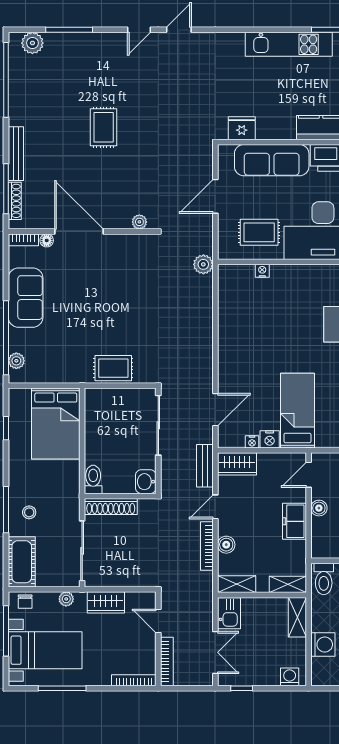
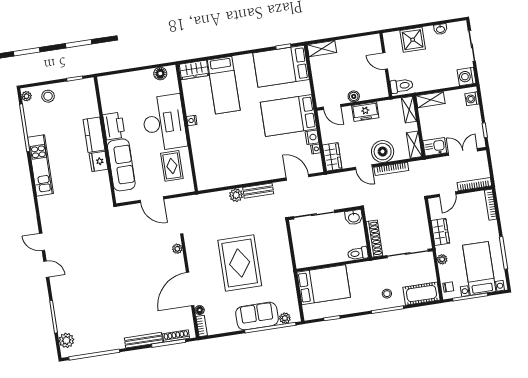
rug: (104, 127) -> (116, 283), removed
fridge: (242, 128) -> (99, 161), moved
plant: (203, 264) -> (236, 195), moved
nightstand: (262, 271) -> (192, 120), moved
sofa: (26, 298) -> (257, 316), moved
rug: (113, 368) -> (240, 263), moved, width x1.86, depth x2.06
bed: (297, 411) -> (289, 115), width x1.50
bench: (205, 466) -> (258, 191), moved
boiler: (226, 545) -> (383, 152), width x1.86, depth x1.86
washing machine: (323, 645) -> (467, 76), moved, turned -90

